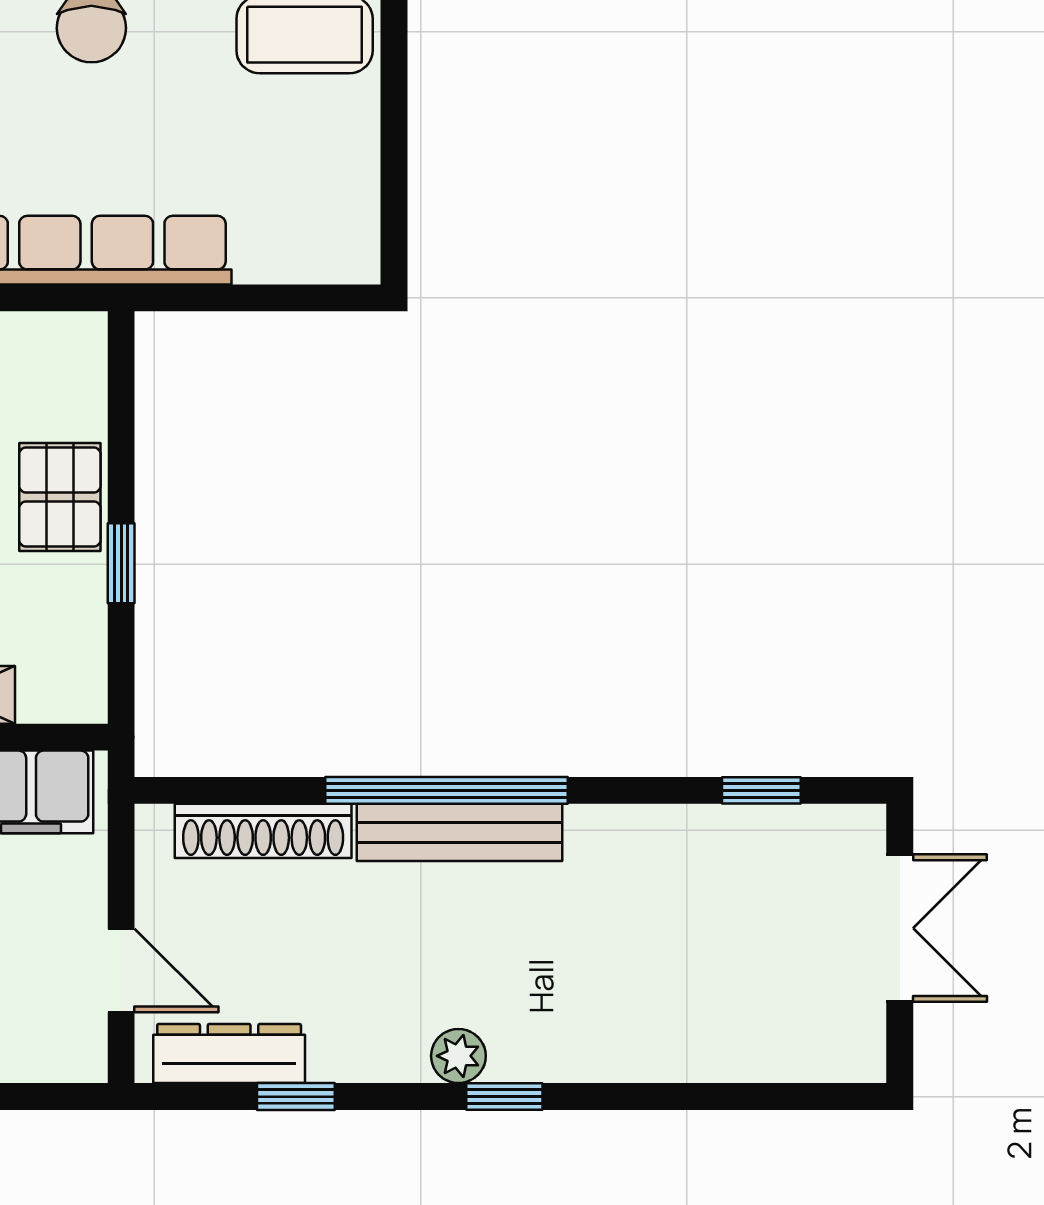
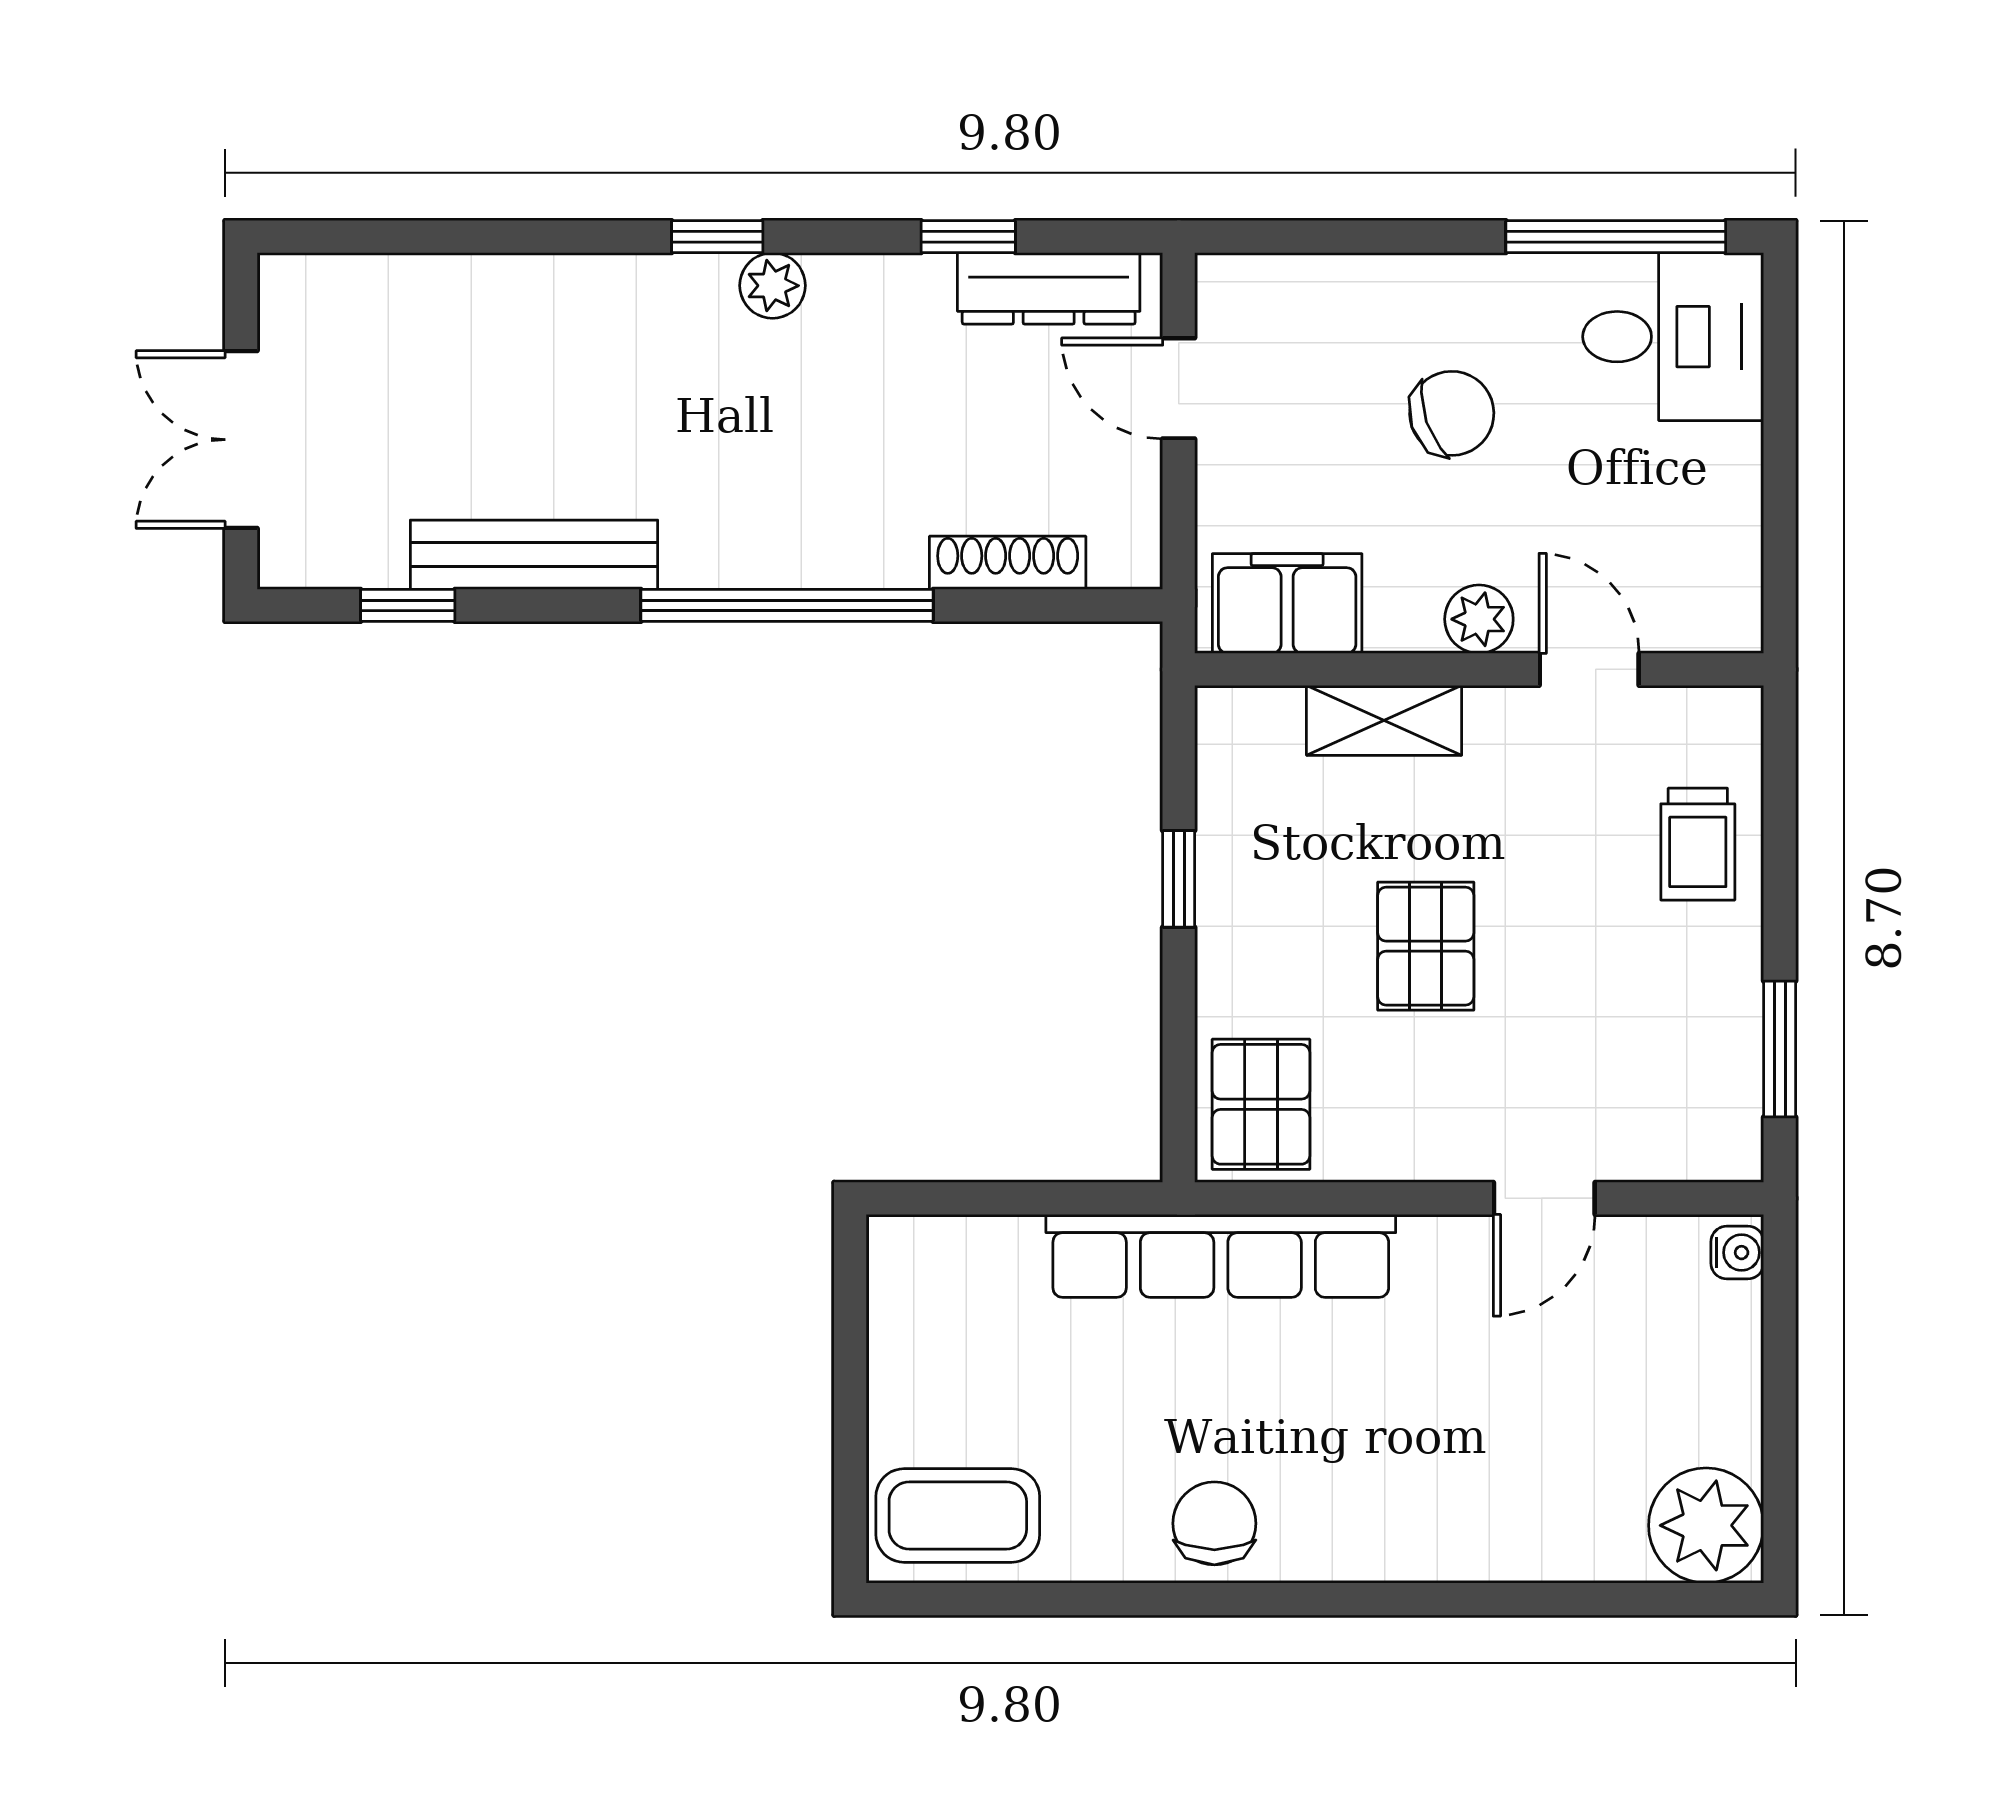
pallet: (60, 497) -> (1261, 1104), moved
shoe rack: (263, 831) -> (1008, 563), width x0.74, depth x0.81
bench: (459, 832) -> (534, 555), moved

